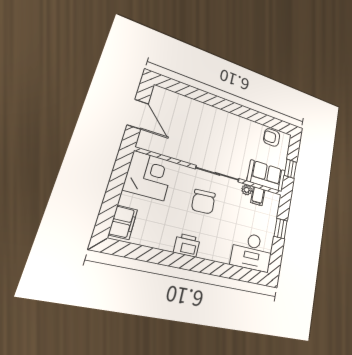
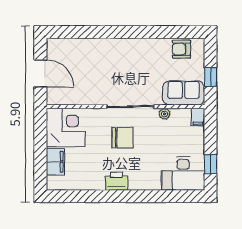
filing cabinet: (258, 196) -> (198, 117), moved
chair: (203, 202) -> (123, 138), turned -87
filing cabinet: (123, 222) -> (55, 162), moved
window: (281, 229) -> (211, 164), moved

